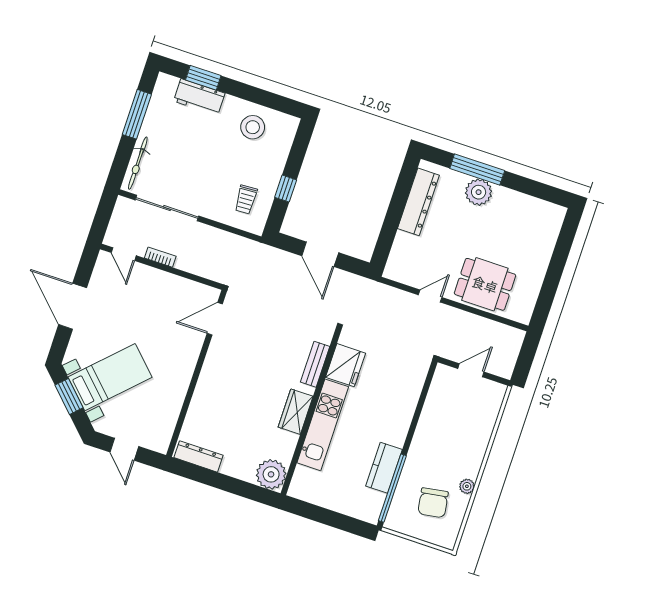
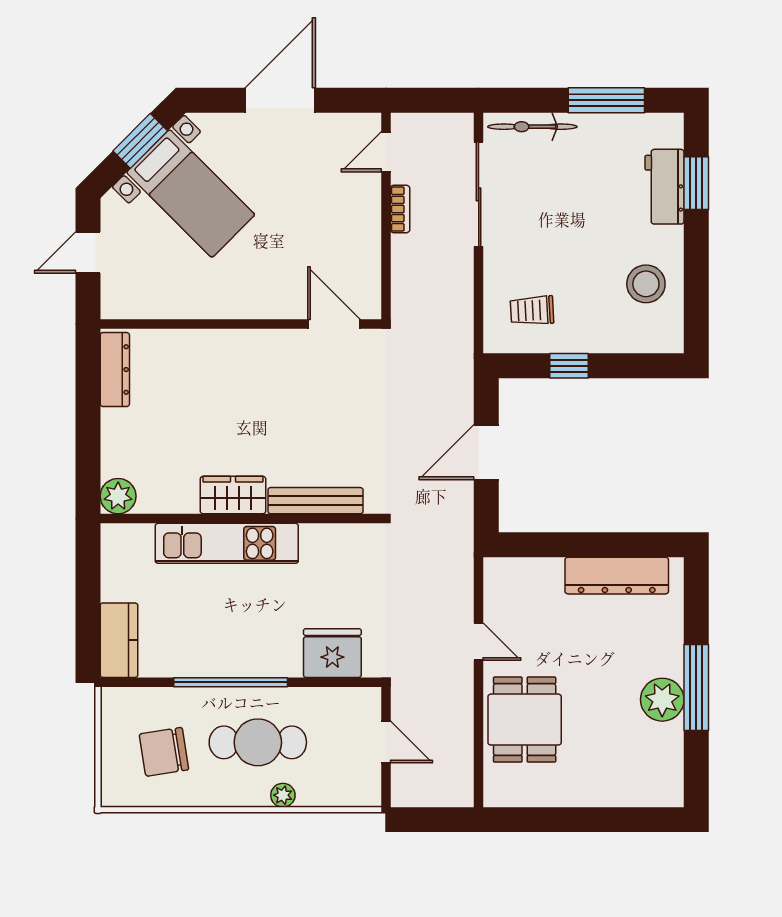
window: (477, 169) -> (696, 687), moved
plant: (479, 192) -> (662, 700), moved
bench: (315, 364) -> (315, 501), width x1.36
fridge: (345, 365) -> (332, 653), moved, turned 180
cafe table: (446, 446) -> (258, 742), added
kitchen counter: (384, 468) -> (119, 640), moved, turned 90
plant: (271, 474) -> (118, 496), width x0.73, depth x0.73
plant: (467, 486) -> (283, 795), moved
window: (392, 488) -> (231, 682), moved

